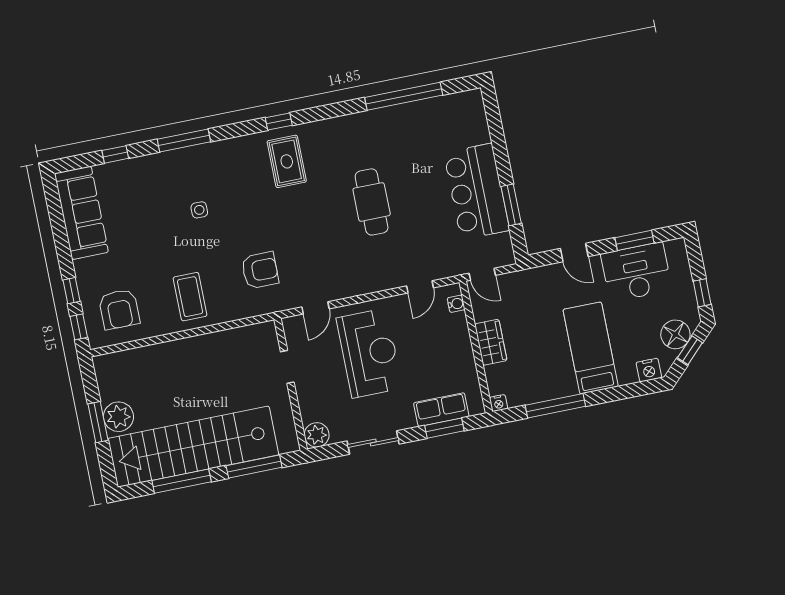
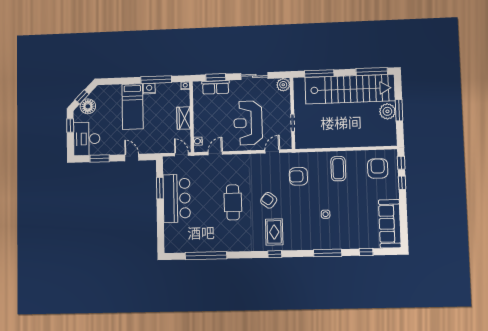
armchair: (307, 217) -> (269, 200), added
desk: (636, 272) -> (87, 139), moved, turned 90
nightstand: (649, 370) -> (149, 89), moved
window: (182, 481) -> (372, 72), moved

